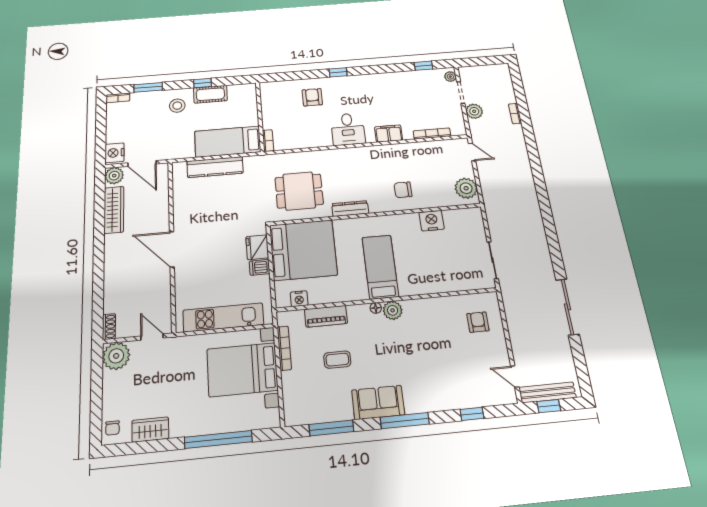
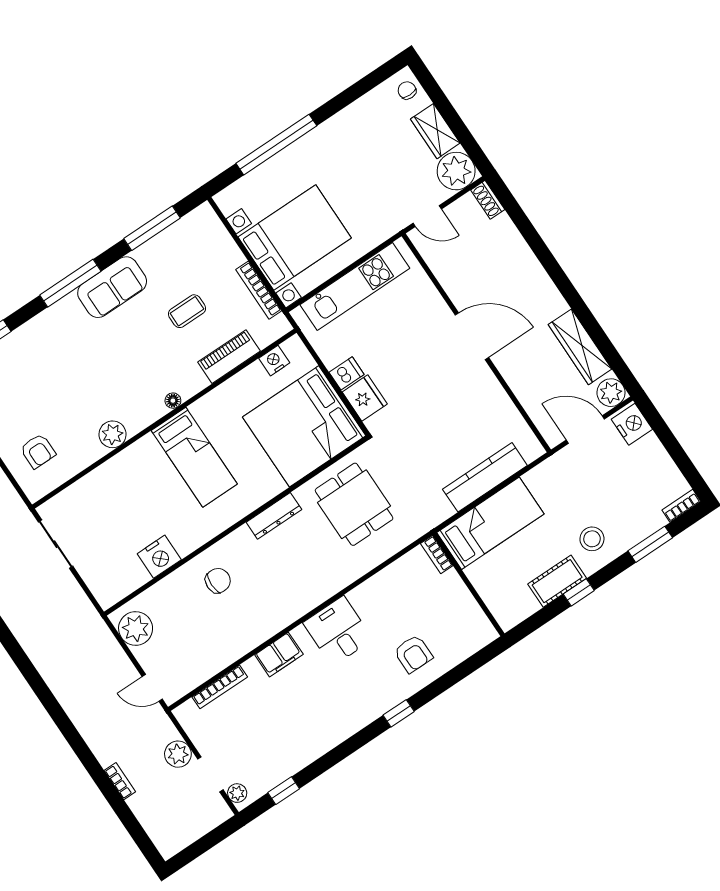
dining table: (299, 191) -> (354, 504), turned 90
plant: (393, 310) -> (113, 434), moved
wardrobe: (150, 430) -> (435, 131), moved, turned 90

